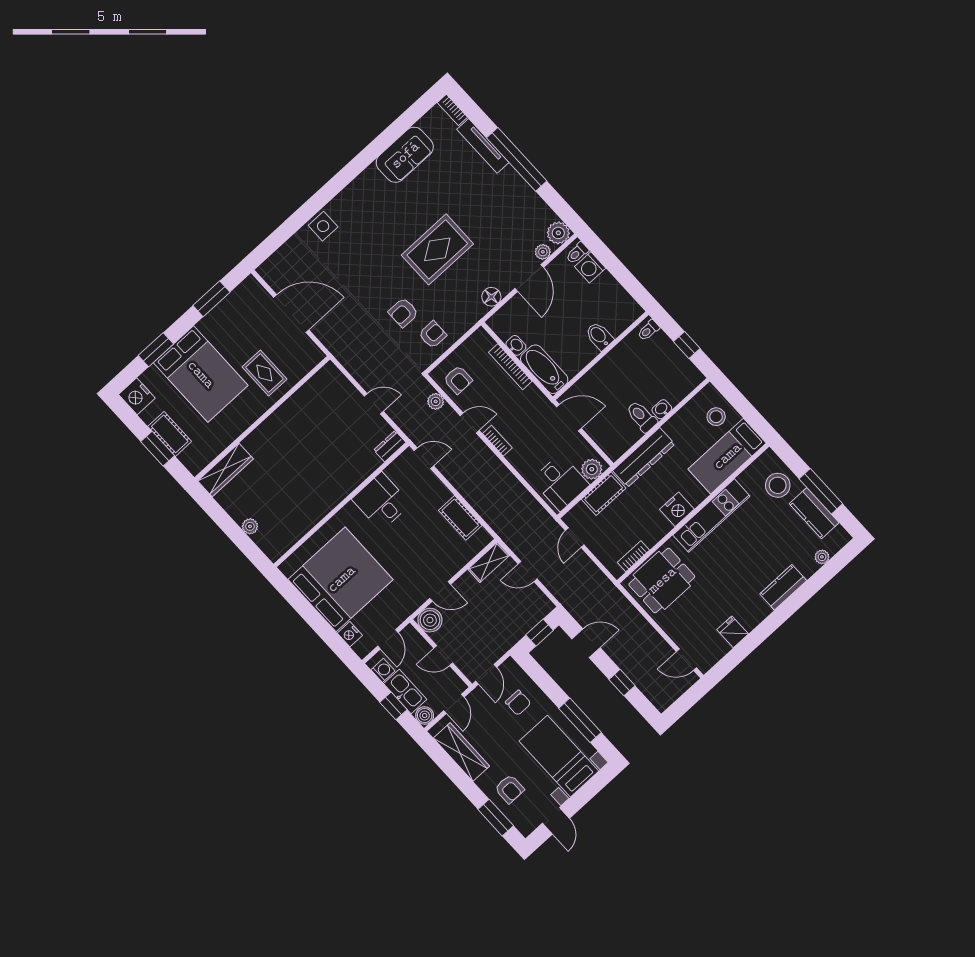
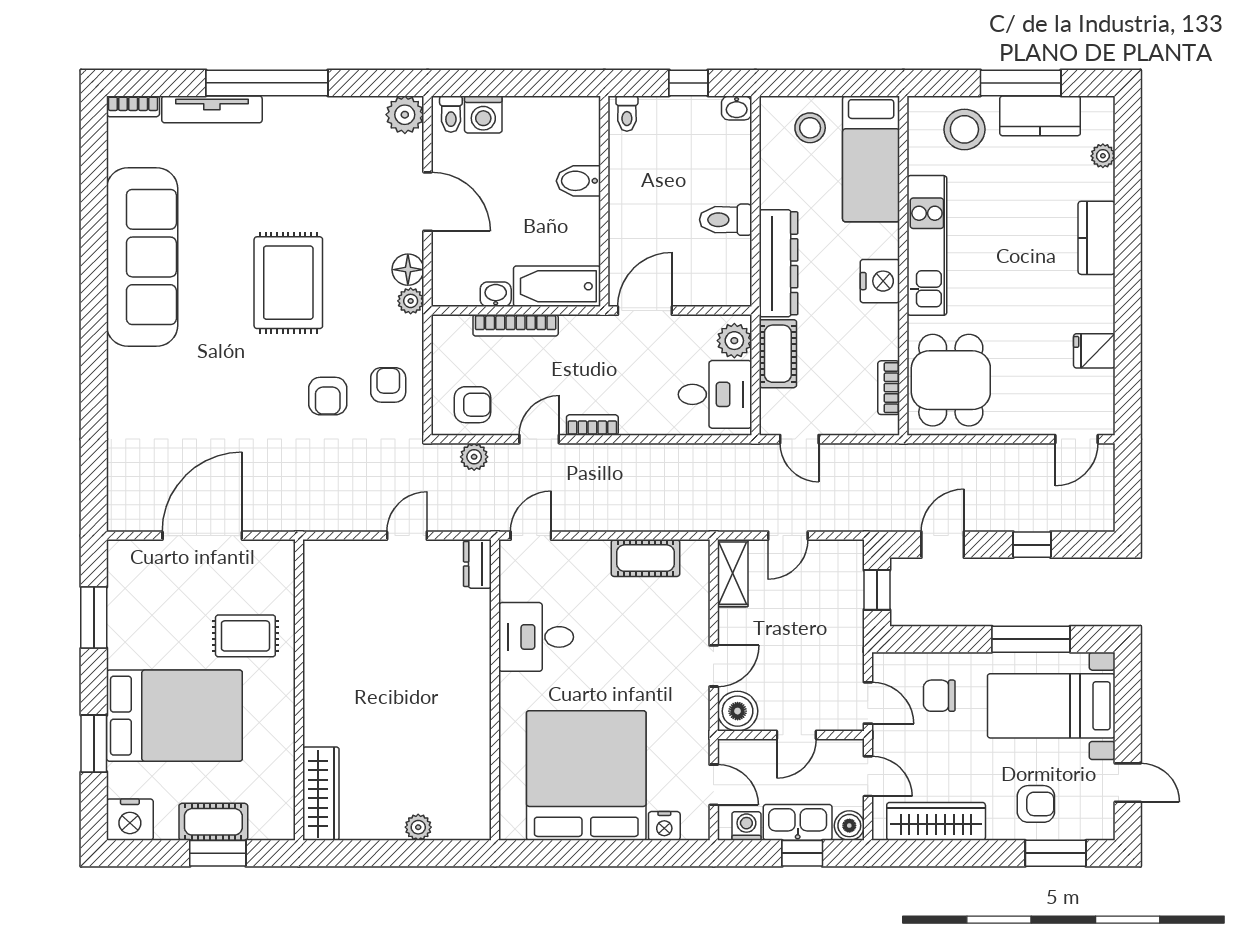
sofa: (405, 155) -> (142, 257), width x1.85, depth x1.27
side table: (323, 226) -> (130, 397), removed
plant: (543, 252) -> (411, 301), moved
washbasin: (662, 409) -> (737, 108), moved, turned -90
chair: (518, 703) -> (939, 696), turned 180

